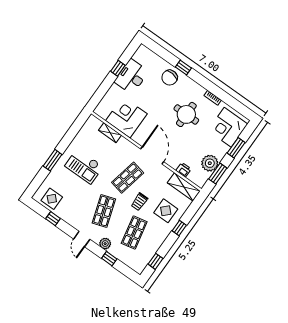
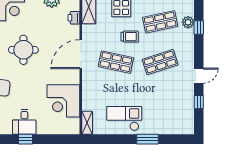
desk: (131, 77) -> (24, 122), width x0.73
shelving: (110, 133) -> (87, 123), moved
checkout: (84, 166) -> (124, 118), moved, turned -90
display table: (52, 199) -> (182, 116), removed
door: (82, 239) -> (199, 76), moved
plant: (105, 244) -> (188, 22), moved

